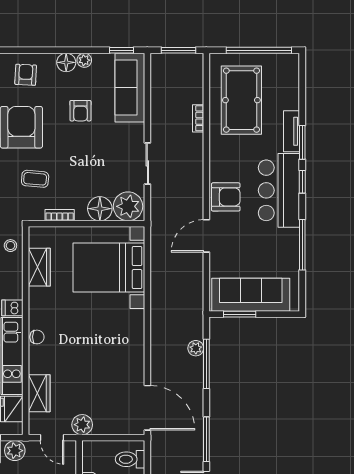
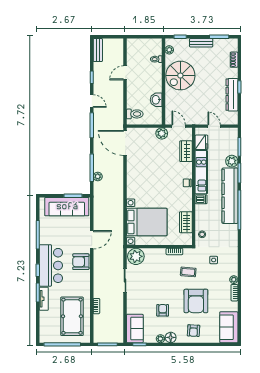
sofa: (130, 88) -> (135, 329), width x0.73
floor lamp: (100, 209) -> (152, 255), removed
plant: (15, 451) -> (200, 119), removed

